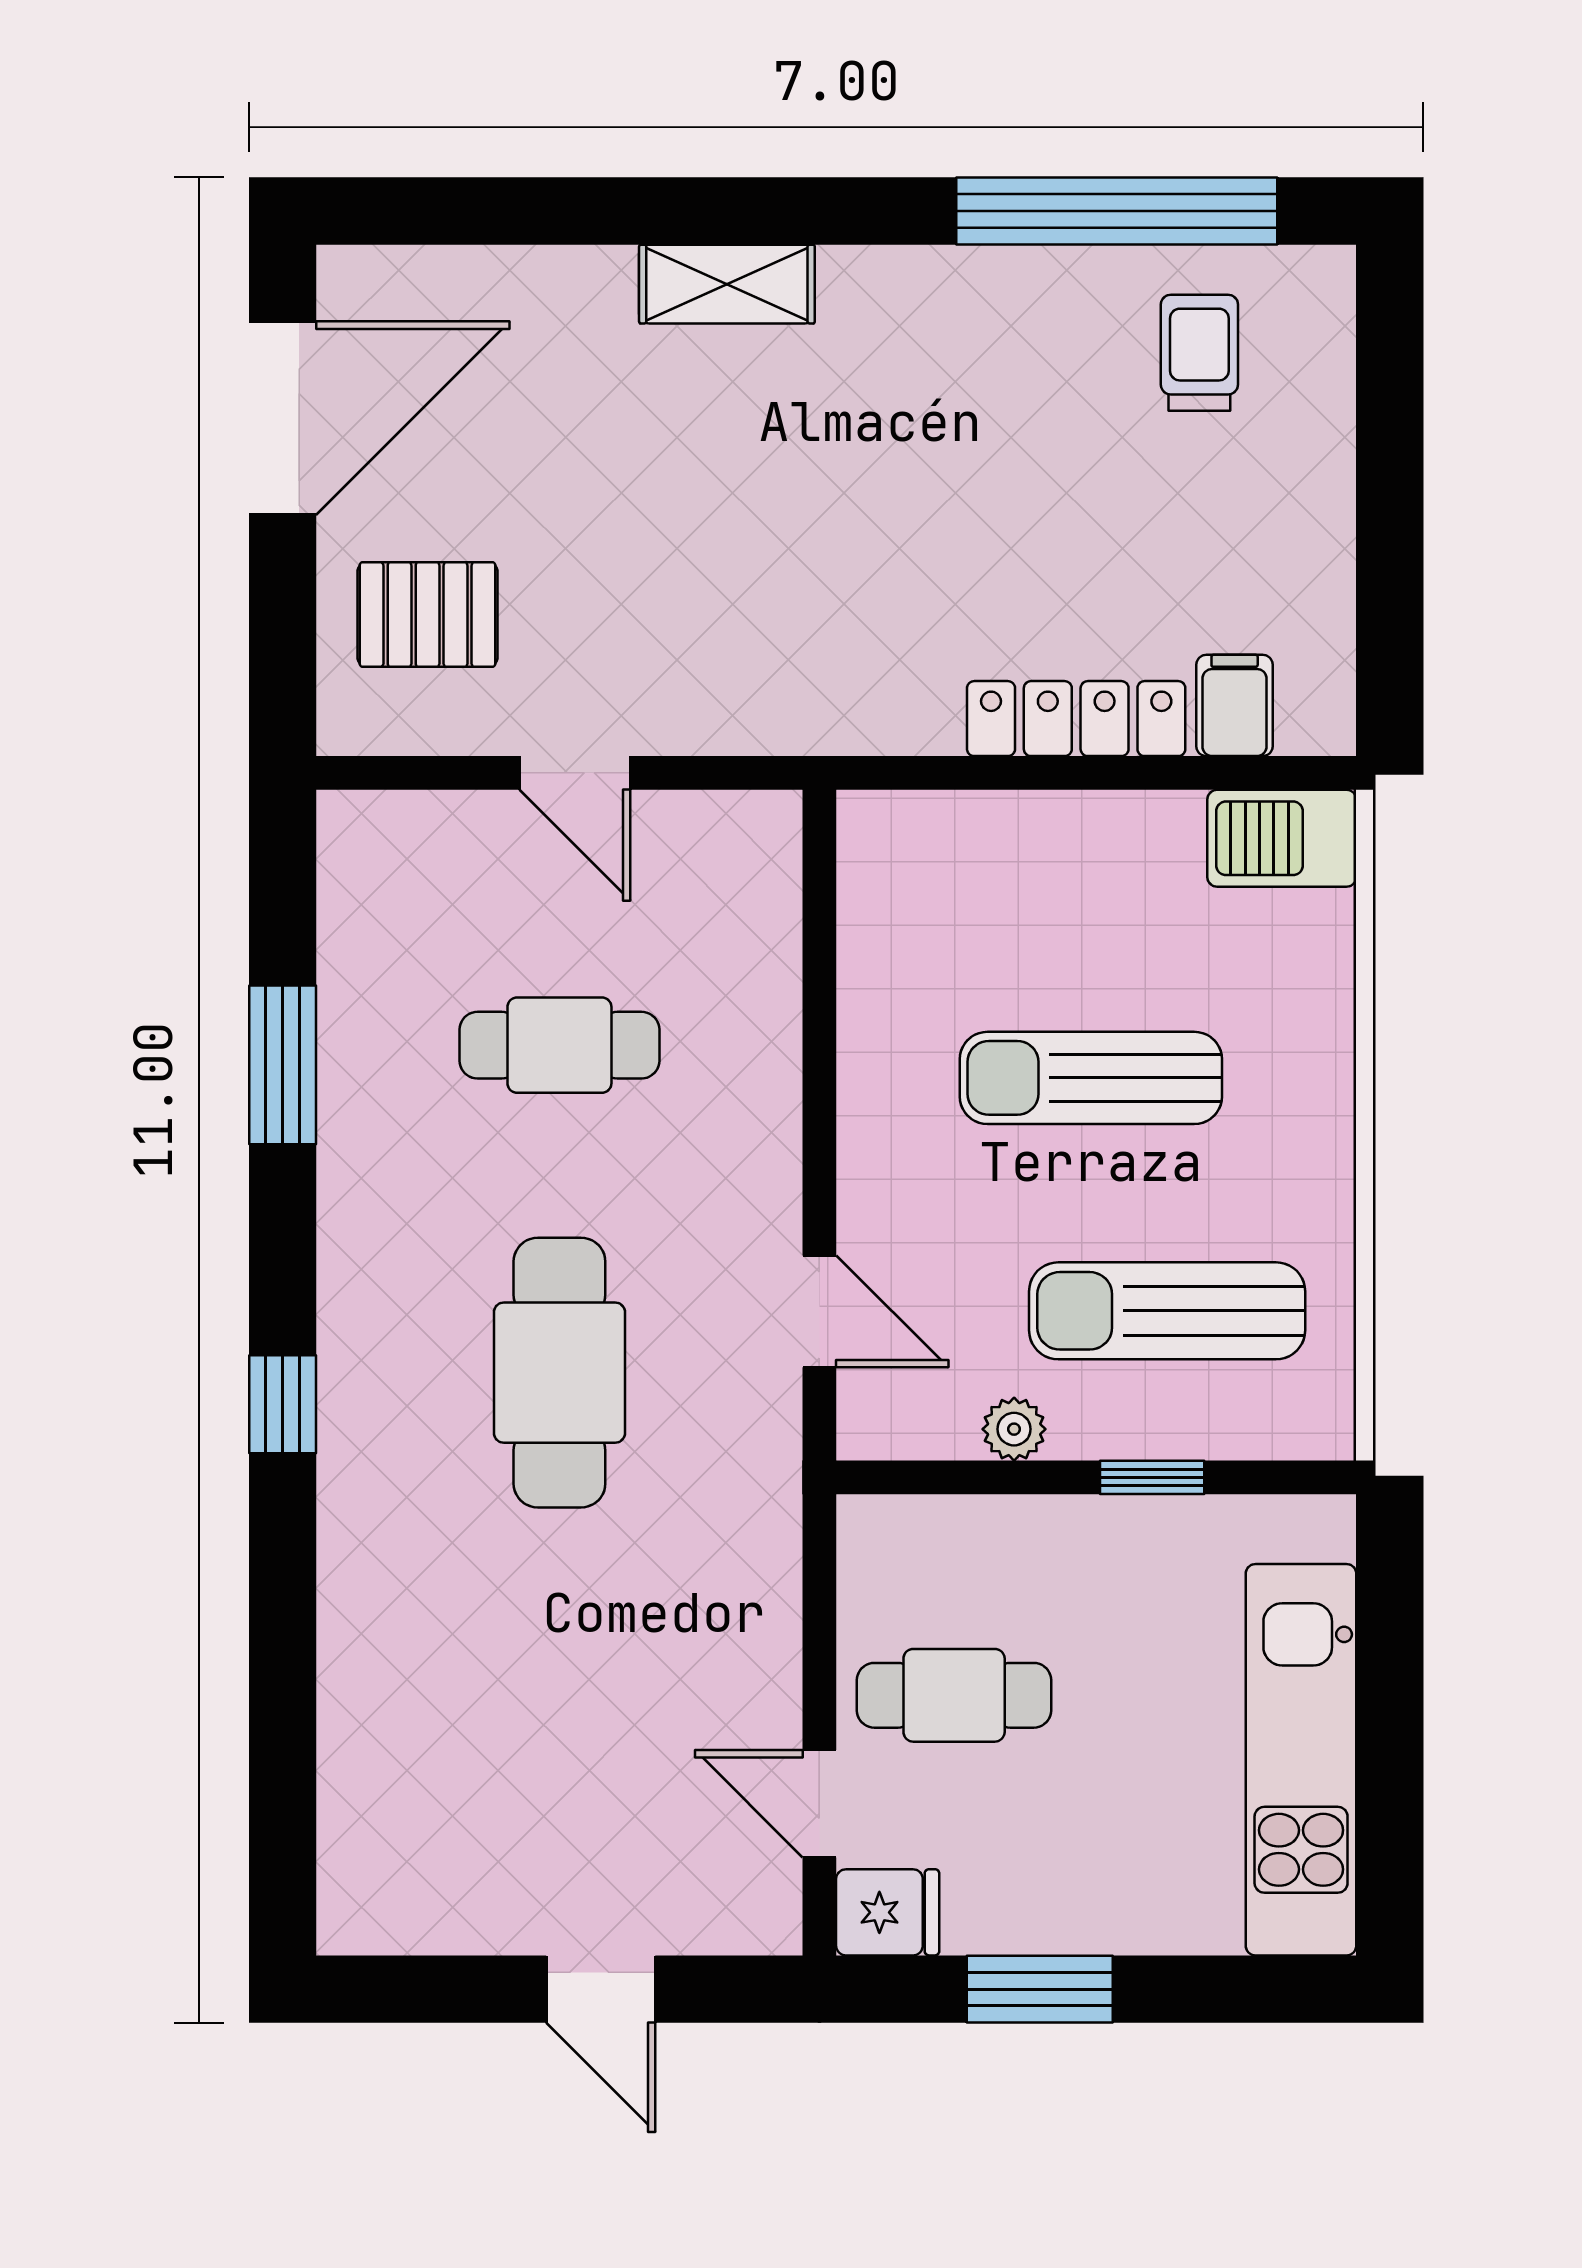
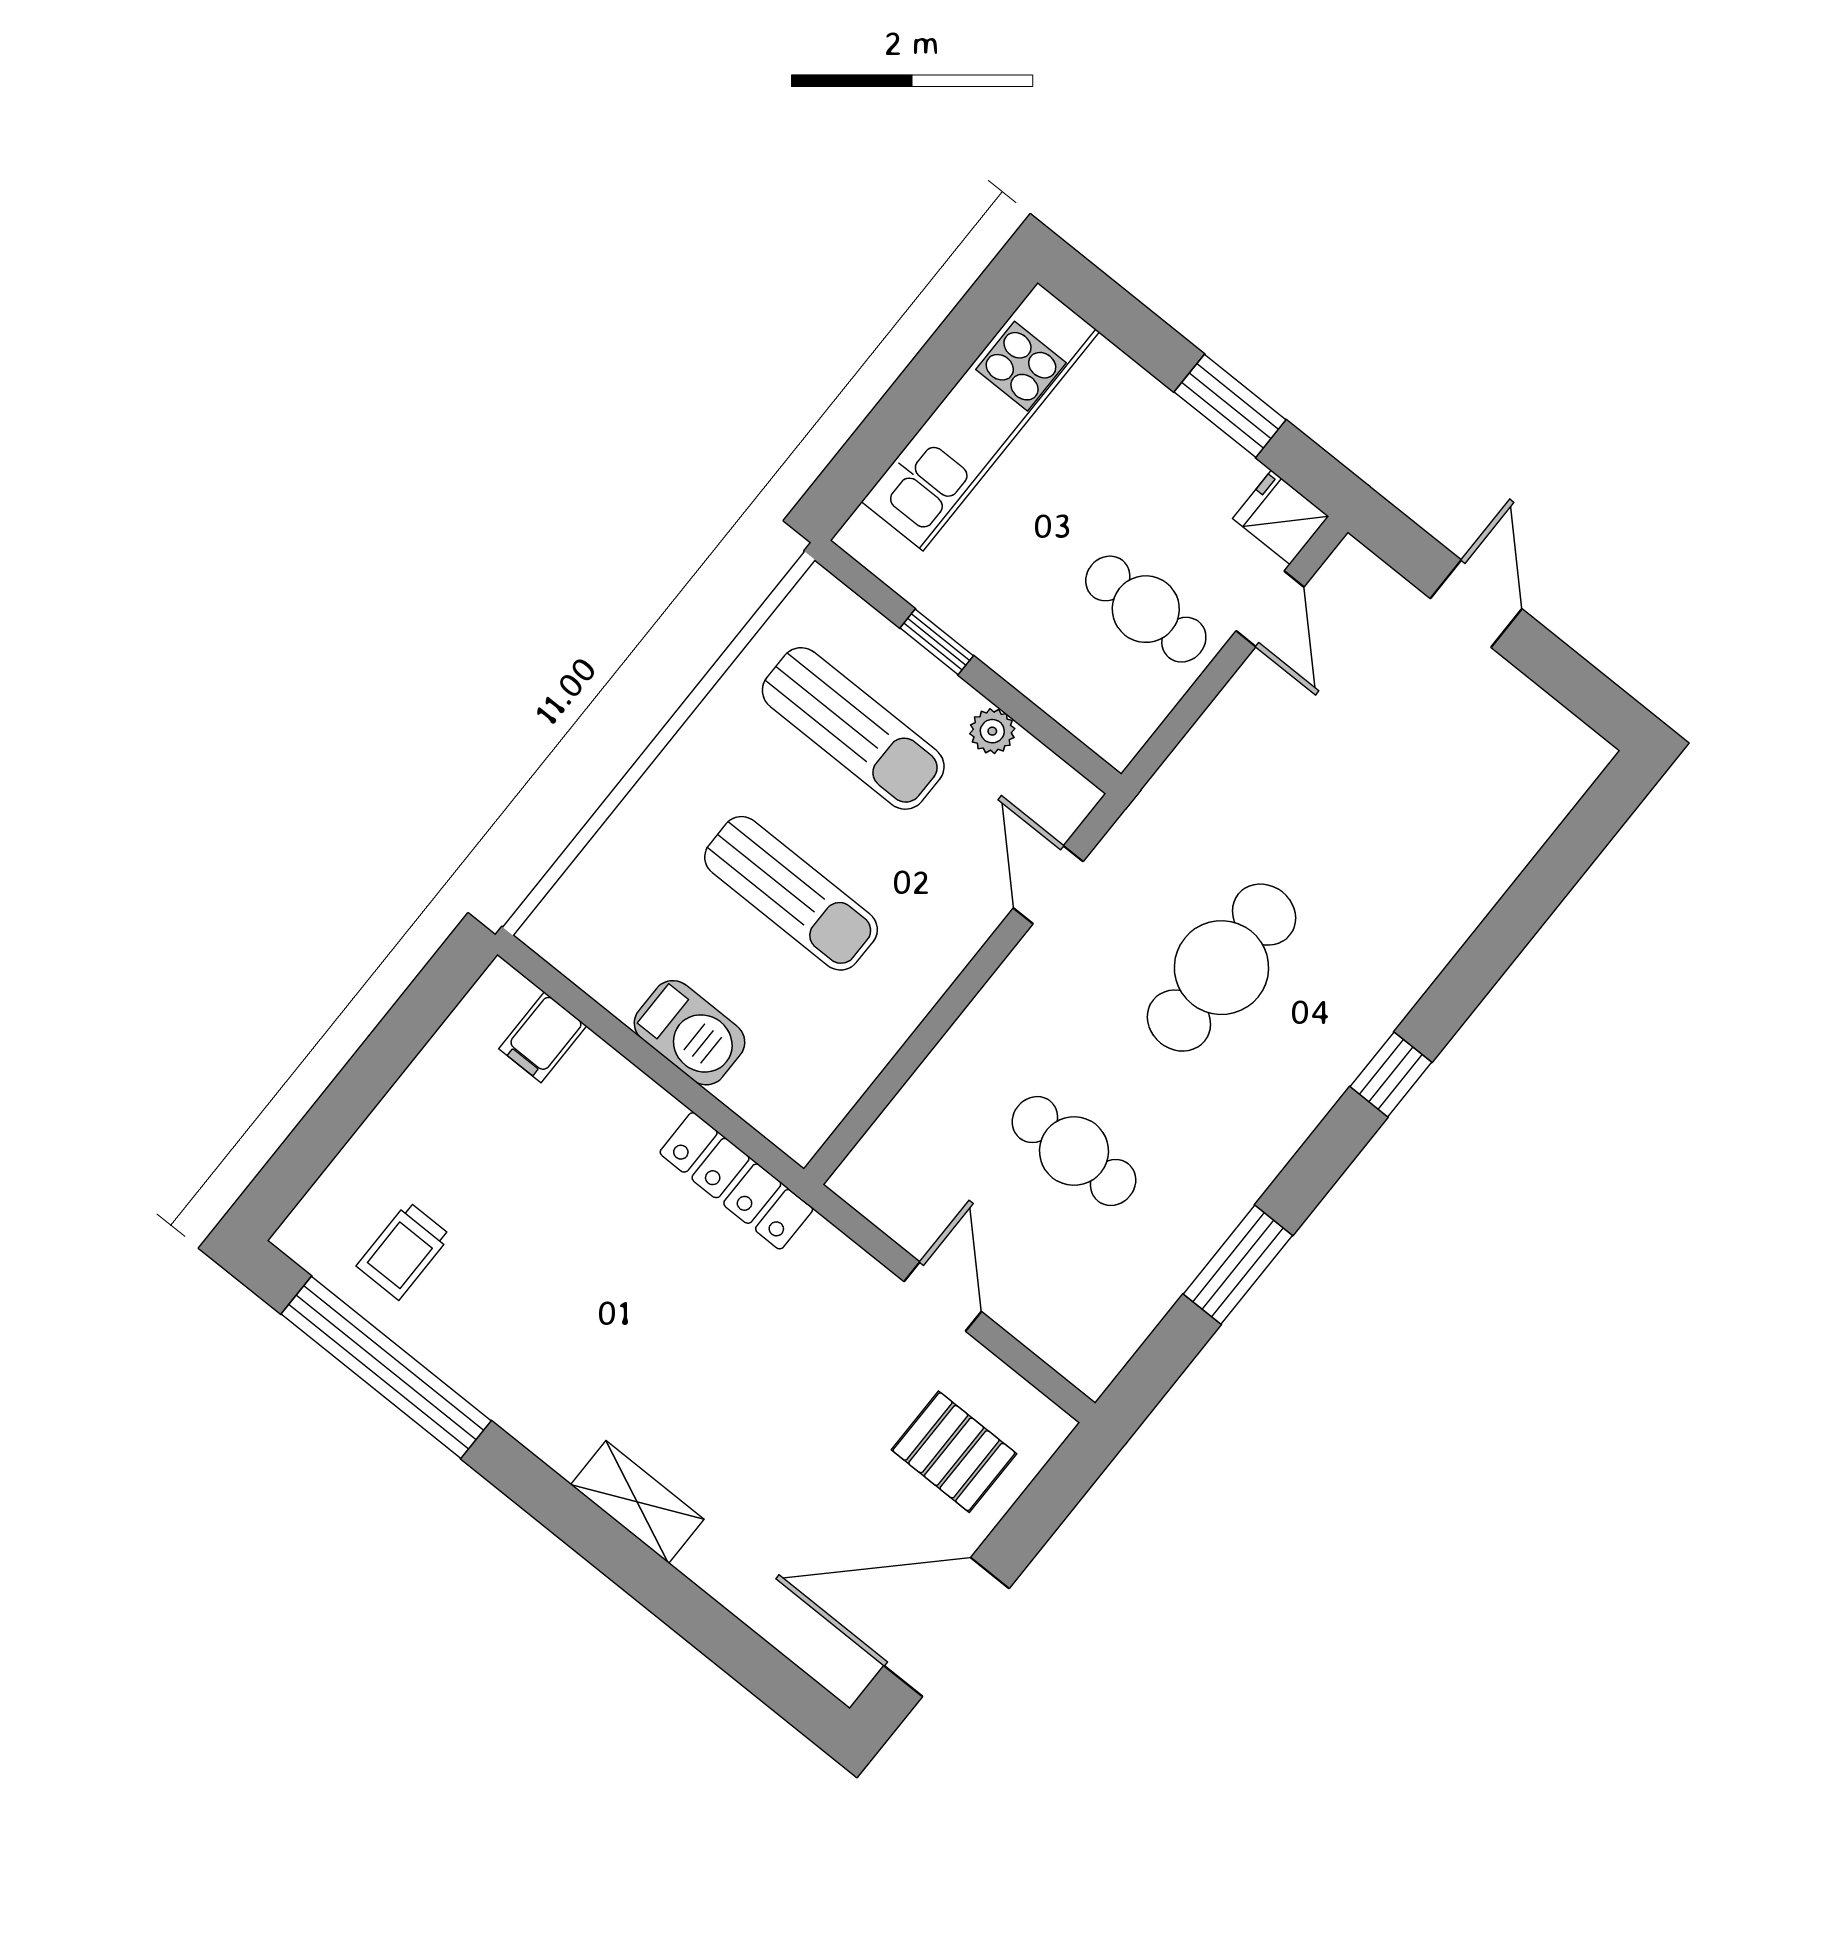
locker: (1076, 719) -> (736, 1181), moved
barbecue: (1282, 838) -> (689, 1033), moved

